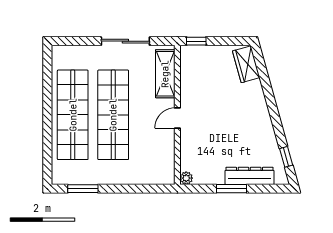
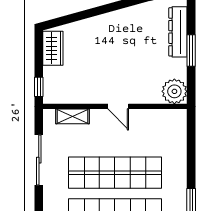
wardrobe: (246, 64) -> (53, 48), moved, turned -74
shelving: (165, 74) -> (73, 116), width x0.67, depth x0.75
plant: (186, 178) -> (174, 91), width x1.87, depth x1.87

